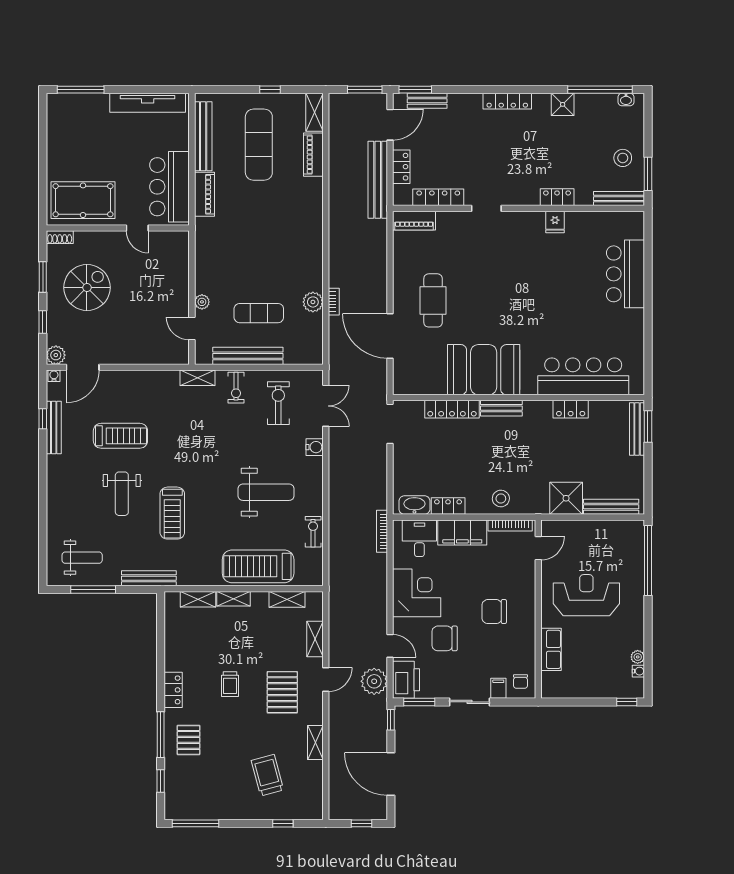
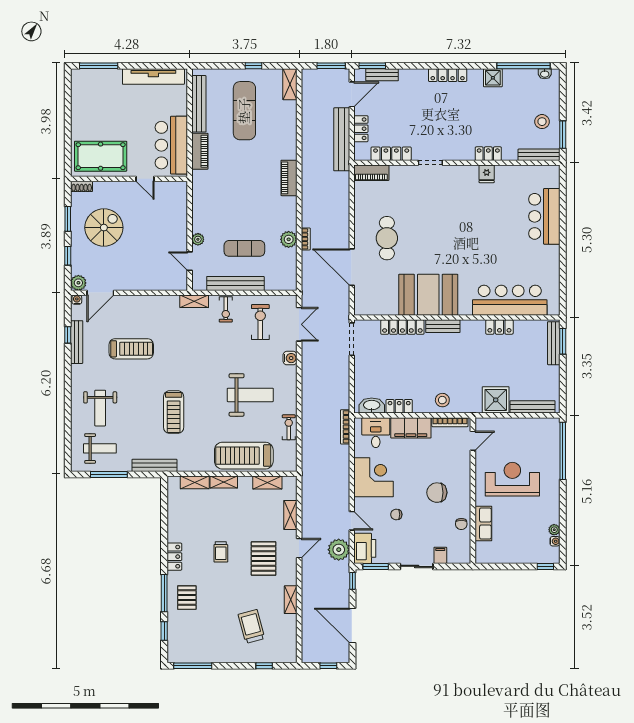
piano: (313, 155) -> (289, 178), moved
weight bench: (122, 494) -> (100, 408), moved
chair: (445, 638) -> (396, 514), width x0.54, depth x0.54
chair: (521, 682) -> (461, 524), moved

